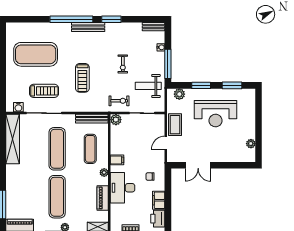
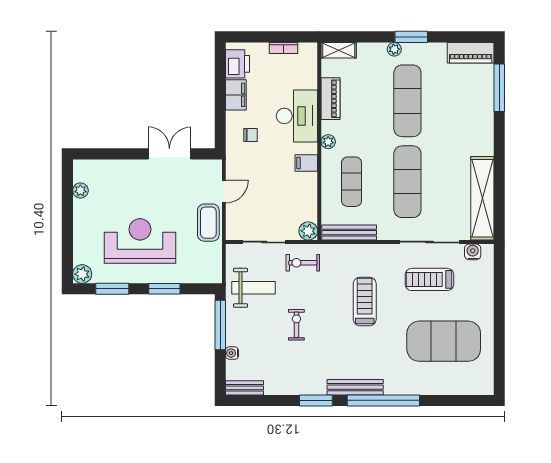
plant: (179, 94) -> (82, 274), moved

